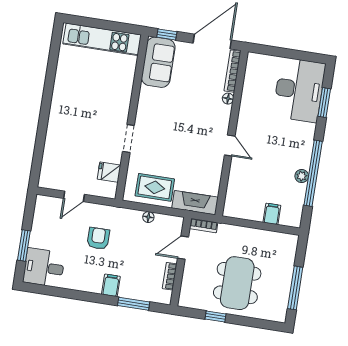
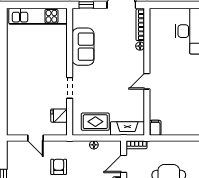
sofa: (158, 62) -> (83, 47), moved
door: (230, 146) -> (147, 81), swing flipped
door: (74, 196) -> (35, 138), hinge flipped
filing cabinet: (272, 214) -> (155, 128), moved

